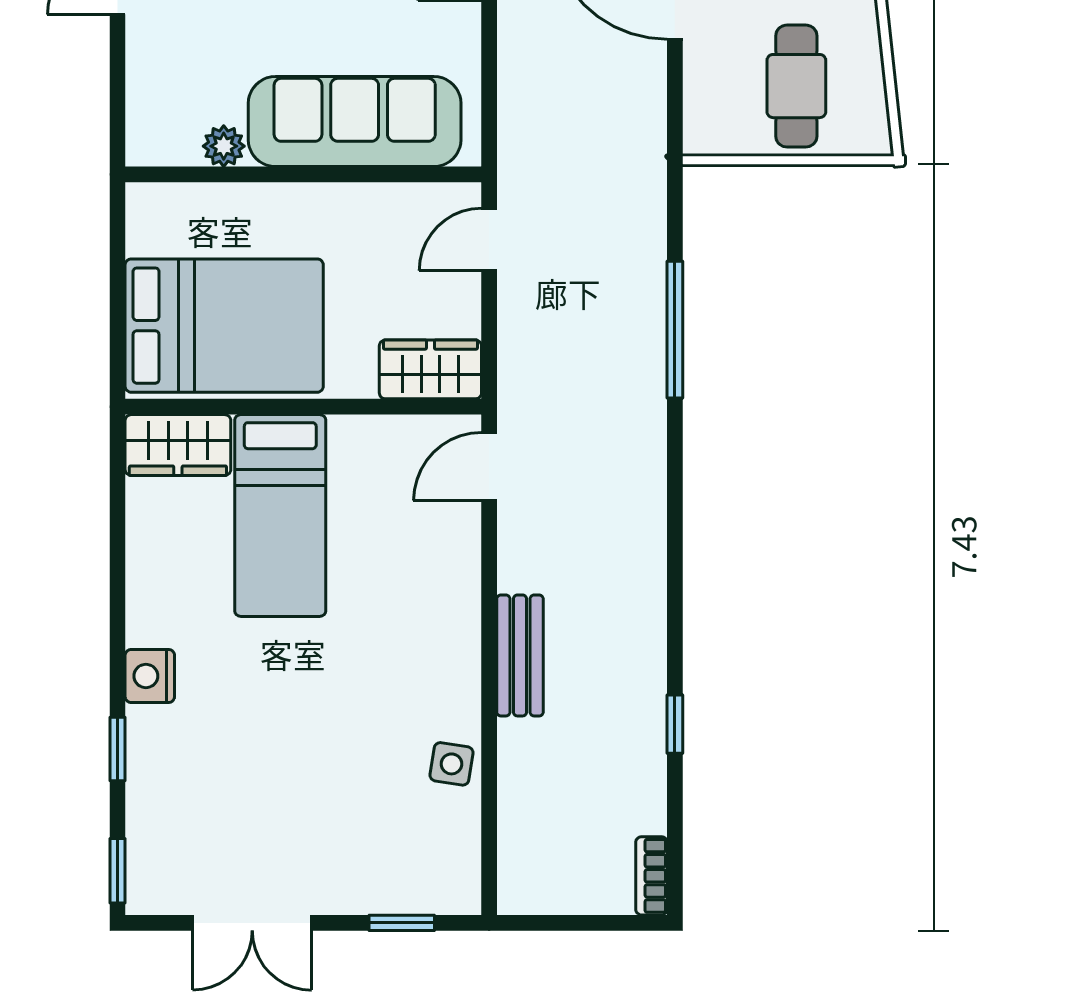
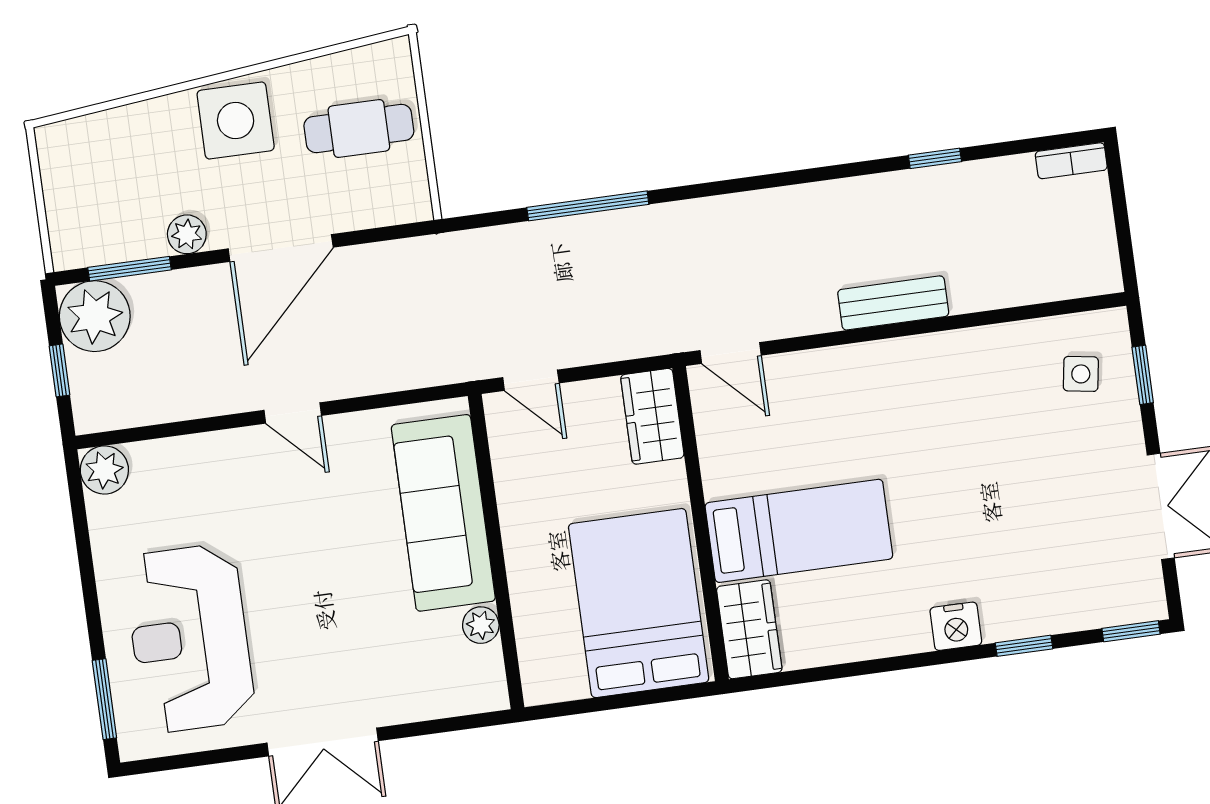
side table: (452, 764) -> (1081, 374), moved

